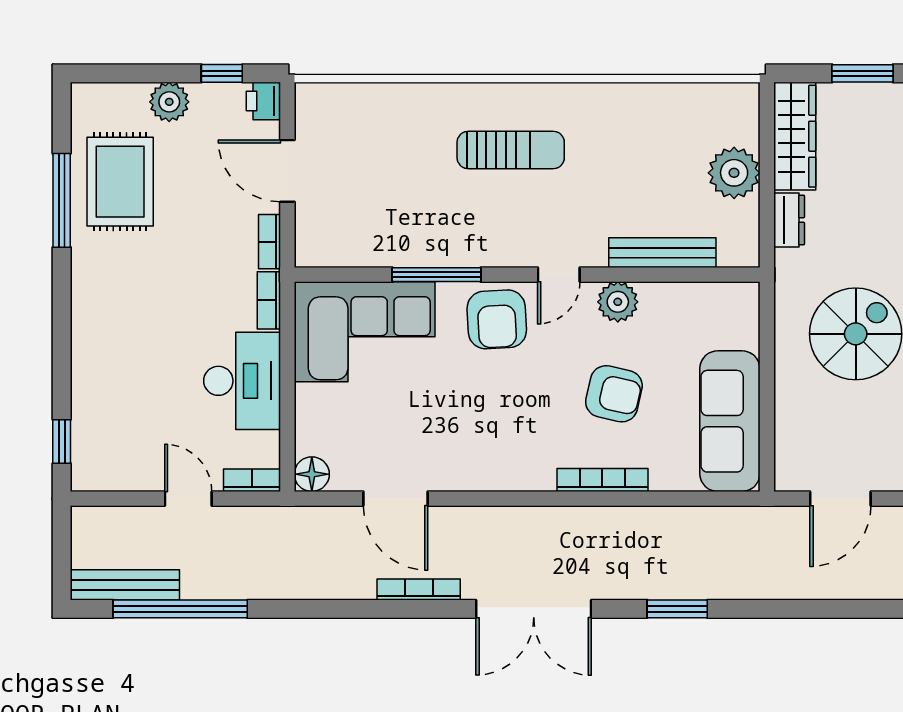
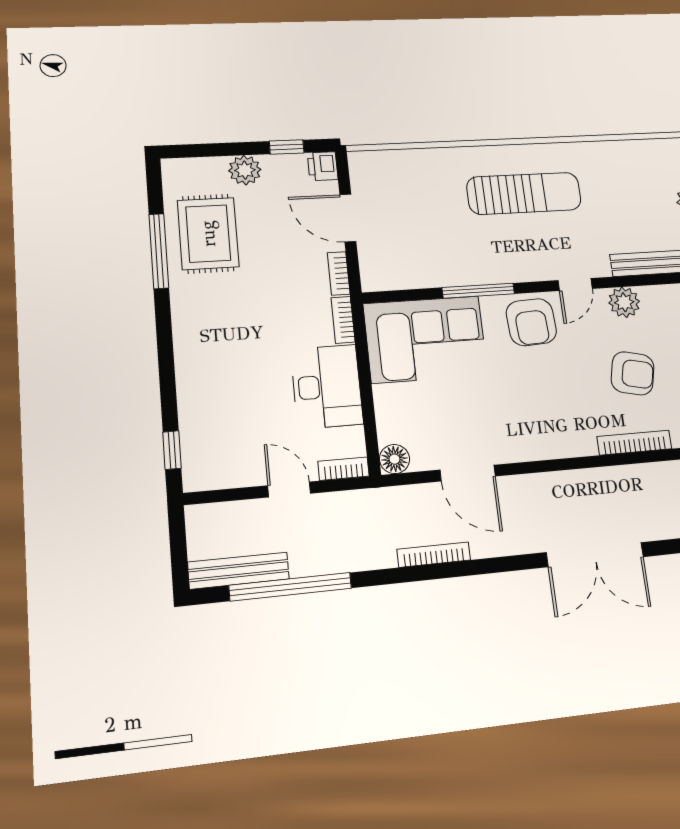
sun lounger: (511, 150) -> (524, 193), width x1.36, depth x1.34
bookcase: (419, 589) -> (434, 555), moved

